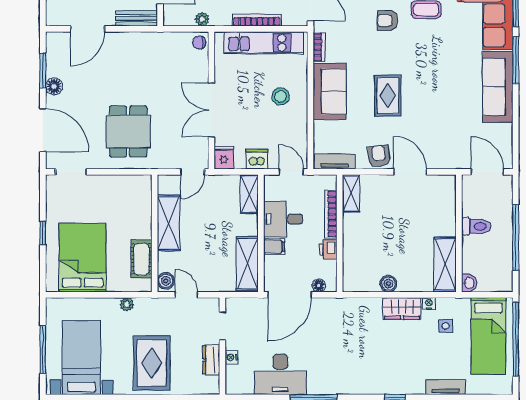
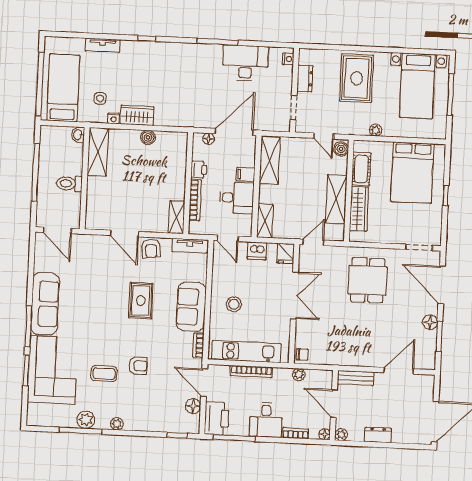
wardrobe: (142, 213) -> (359, 209), added
nightstand: (232, 357) -> (288, 59), moved

